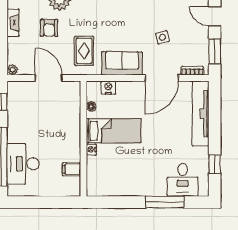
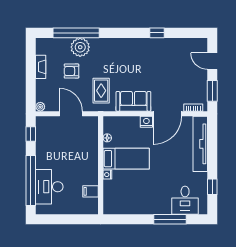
armchair: (49, 28) -> (71, 71), turned 90
side table: (162, 37) -> (168, 79), removed
nightstand: (108, 88) -> (146, 122), moved

